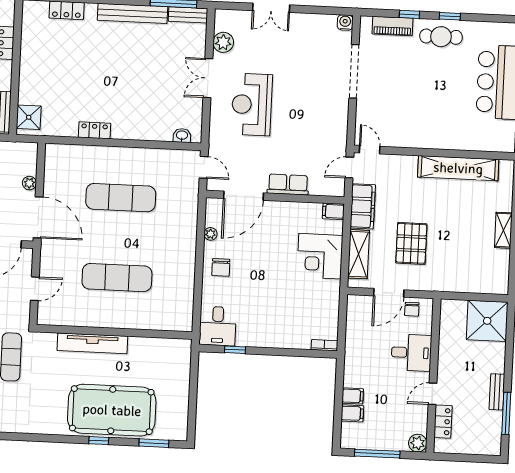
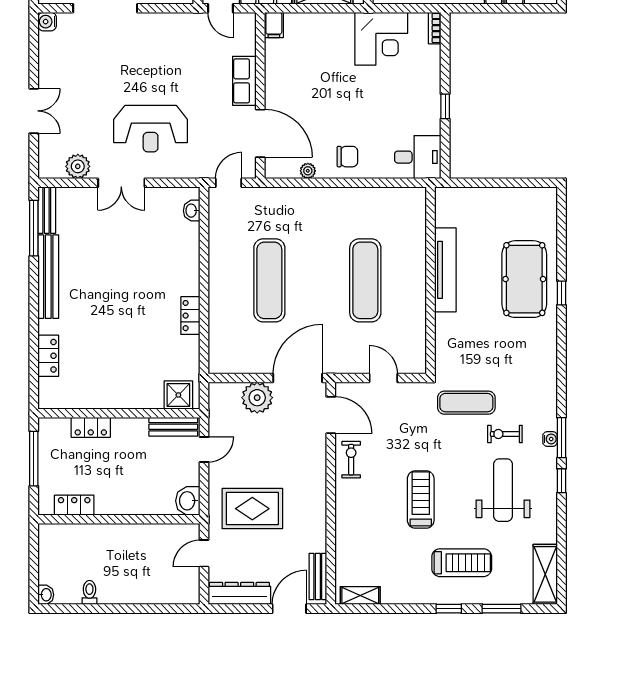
plant: (29, 183) -> (257, 398), width x1.88, depth x1.88
corner desk: (320, 256) -> (381, 39), moved
tv unit: (92, 343) -> (445, 270), moved
window: (235, 350) -> (445, 106), moved
pool table: (112, 410) -> (524, 279), width x0.73, depth x0.76
window: (154, 443) -> (561, 227), removed

